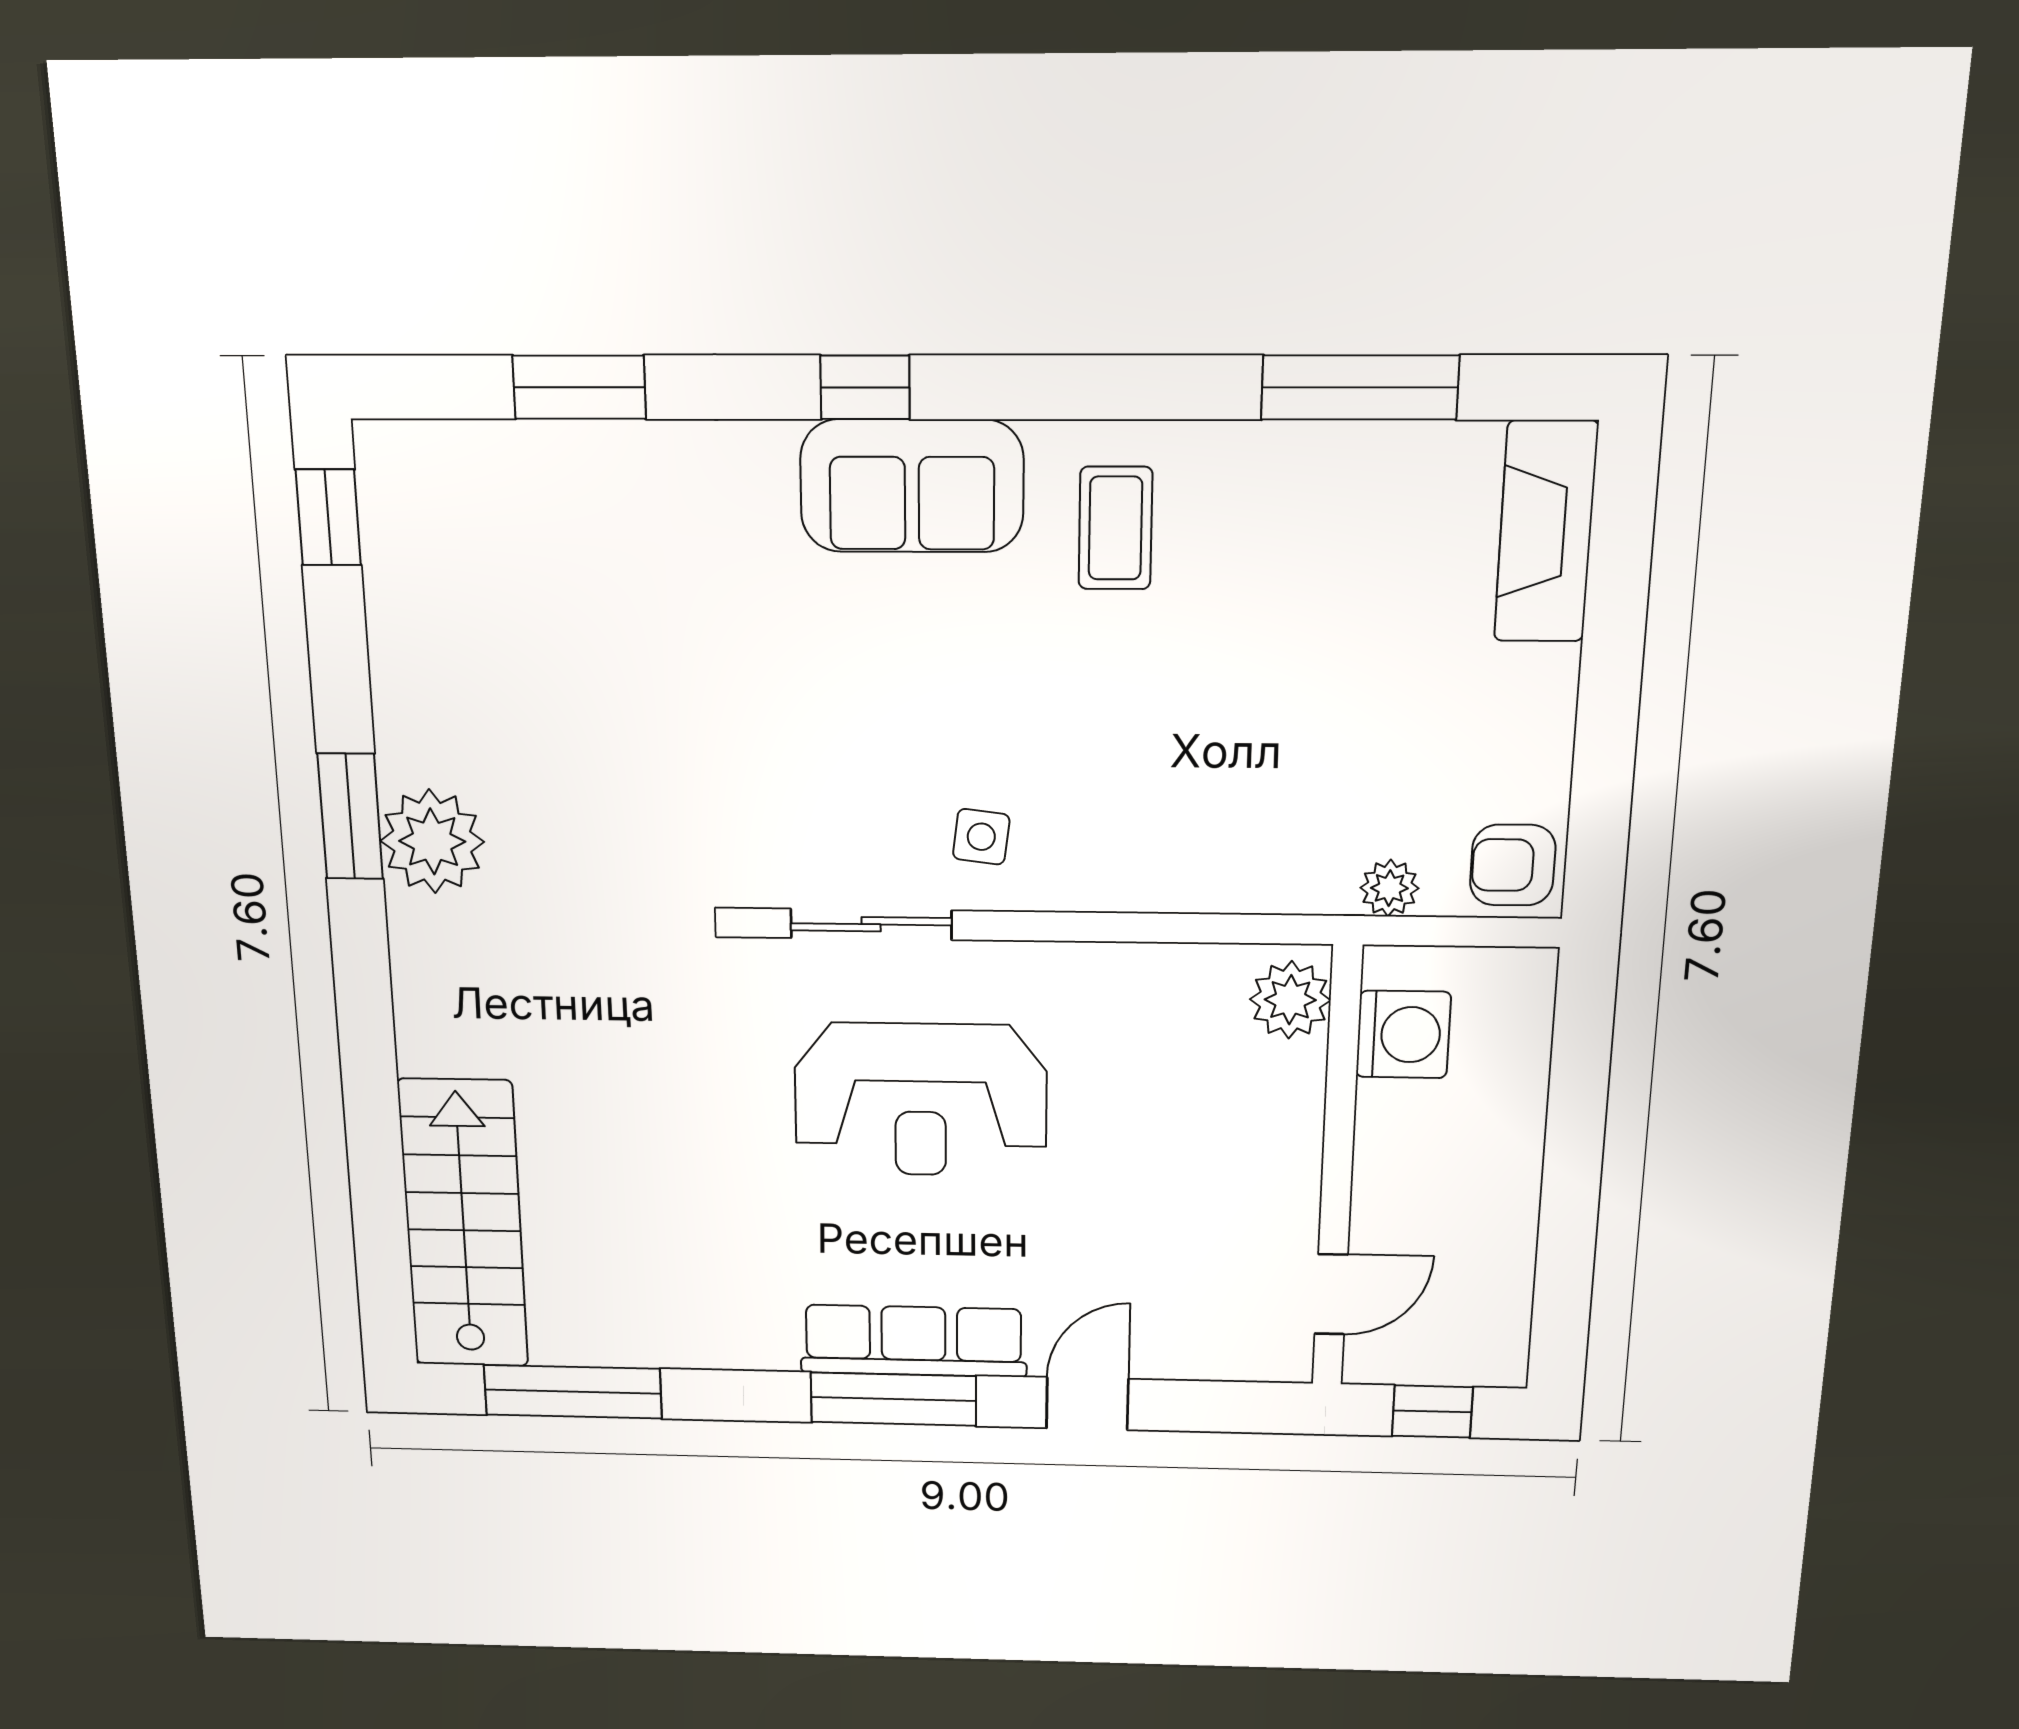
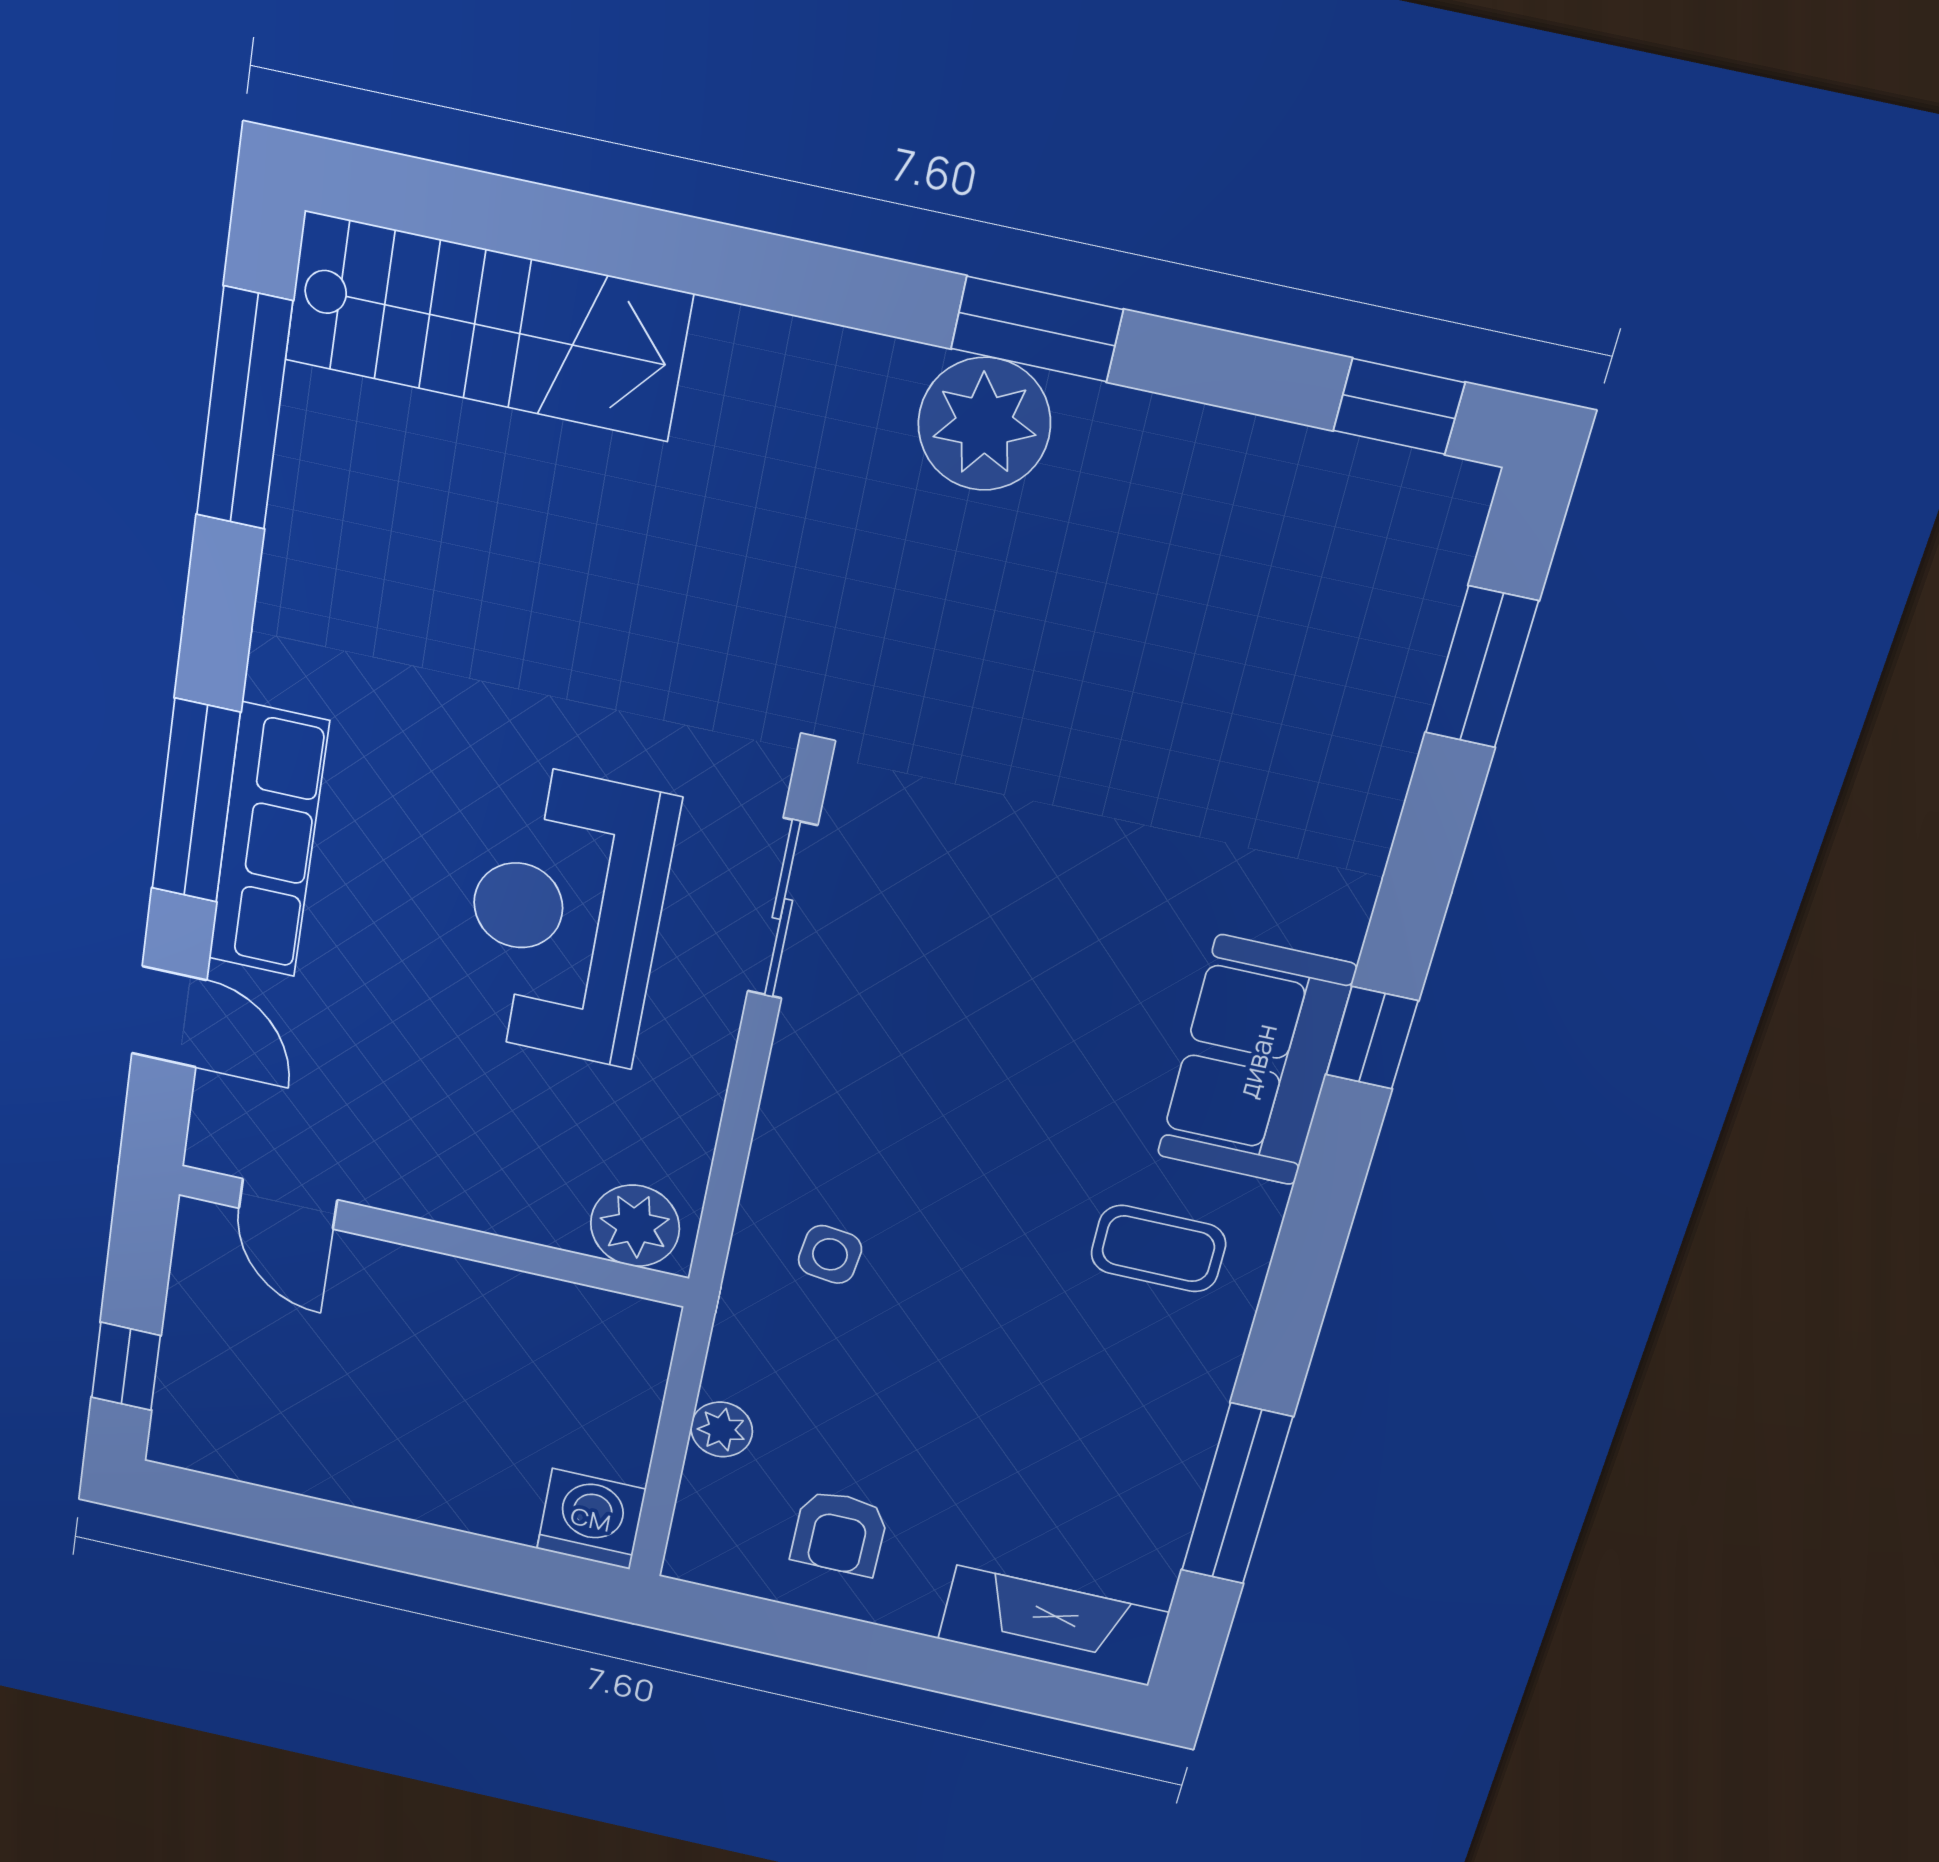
window: (579, 387) -> (1482, 667), moved
side table: (981, 837) -> (830, 1254), moved
armchair: (1513, 865) -> (839, 1533), moved, turned 180
plant: (1290, 1000) -> (635, 1226), moved
washing machine: (1403, 1034) -> (591, 1519), moved, turned 180
wall: (1337, 1170) -> (433, 1236), moved
door: (1331, 1294) -> (288, 1204), moved

